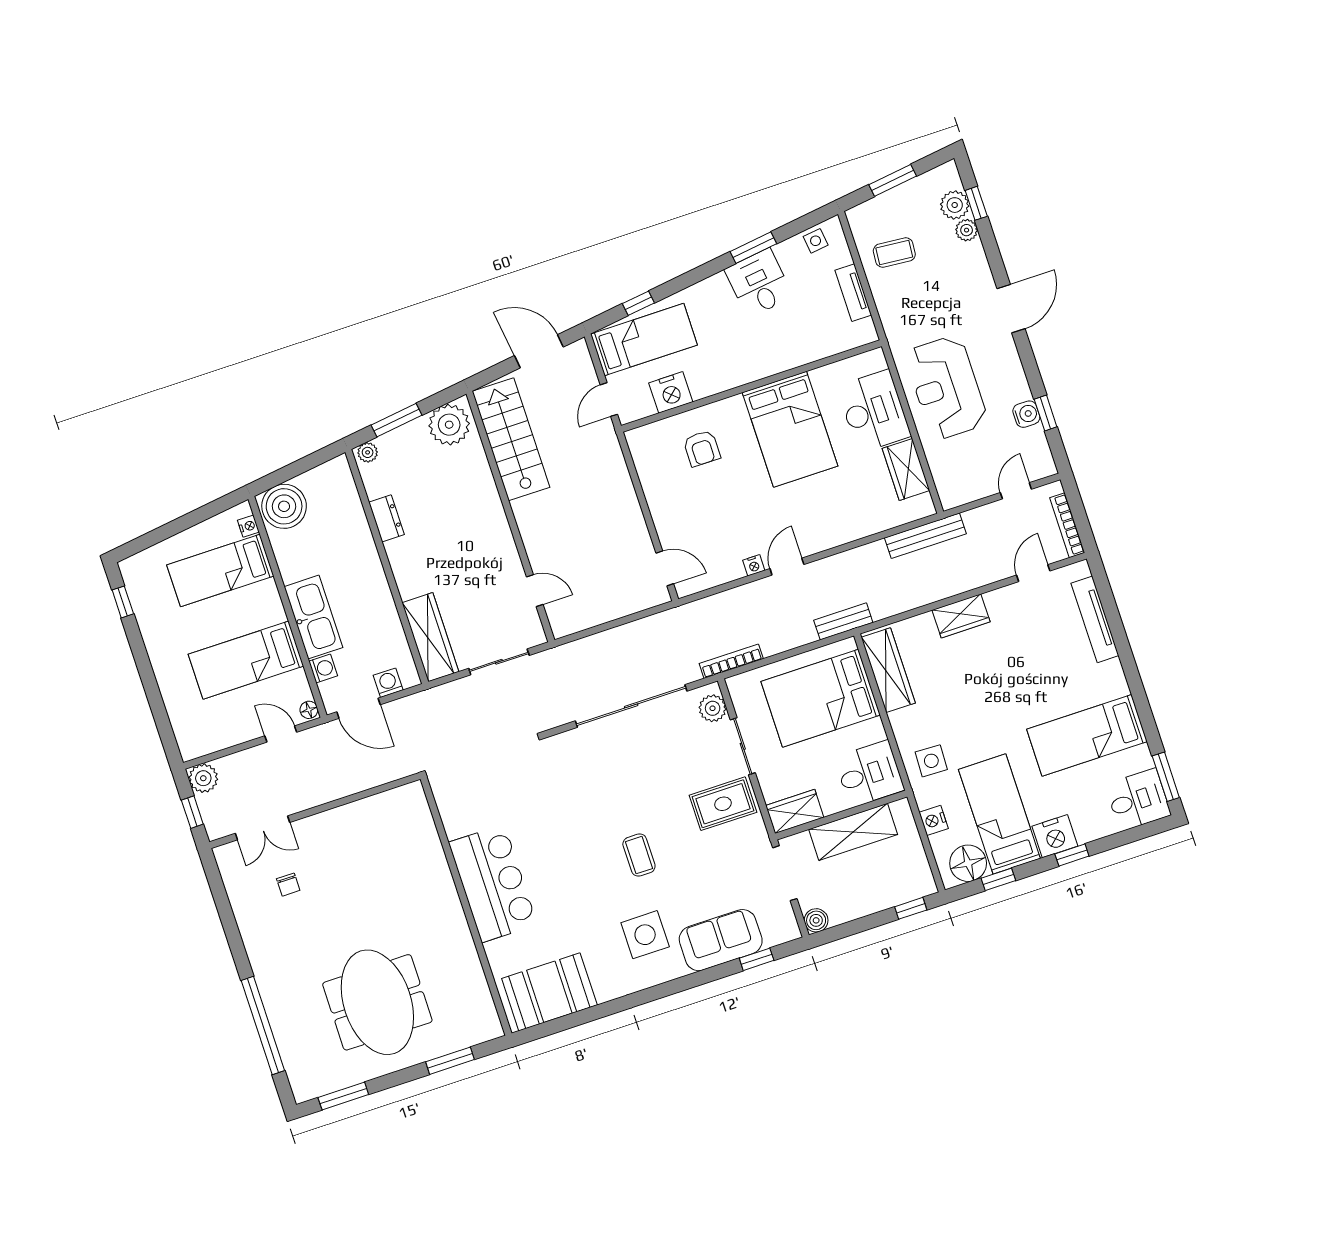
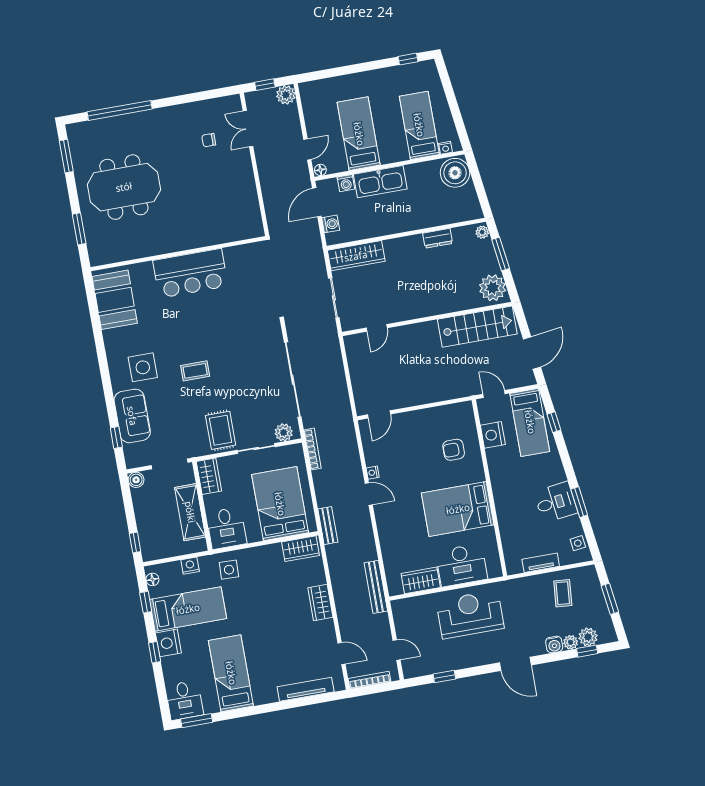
water cooler: (1026, 414) -> (554, 645), moved
wardrobe: (888, 670) -> (301, 549), width x0.67
floor lamp: (968, 863) -> (152, 579), width x0.53, depth x0.53

